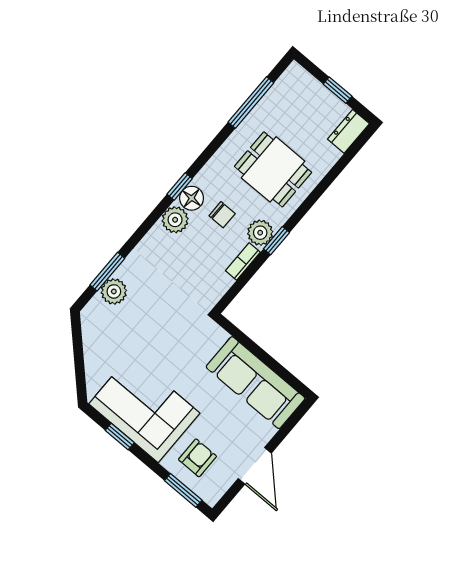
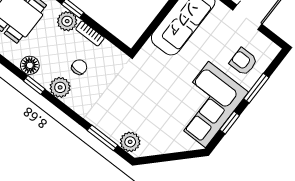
floor lamp: (192, 198) -> (30, 65), moved
chair: (222, 215) -> (79, 67), moved
plant: (114, 291) -> (130, 142), moved
window: (183, 490) -> (256, 88), moved

